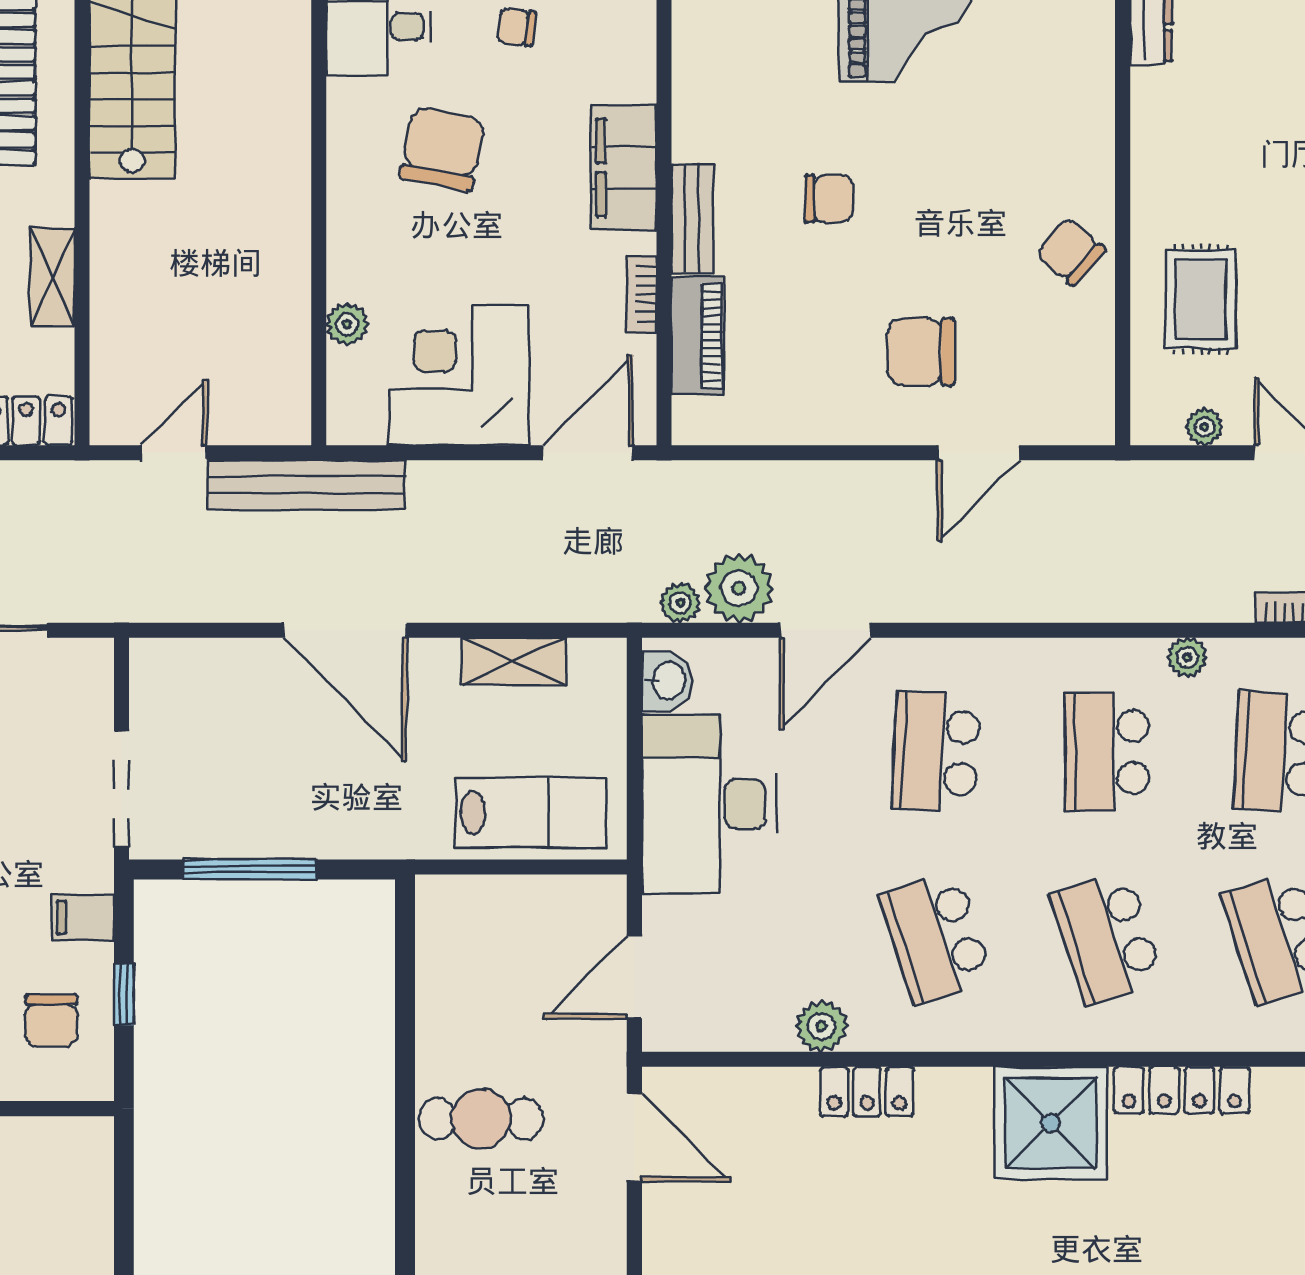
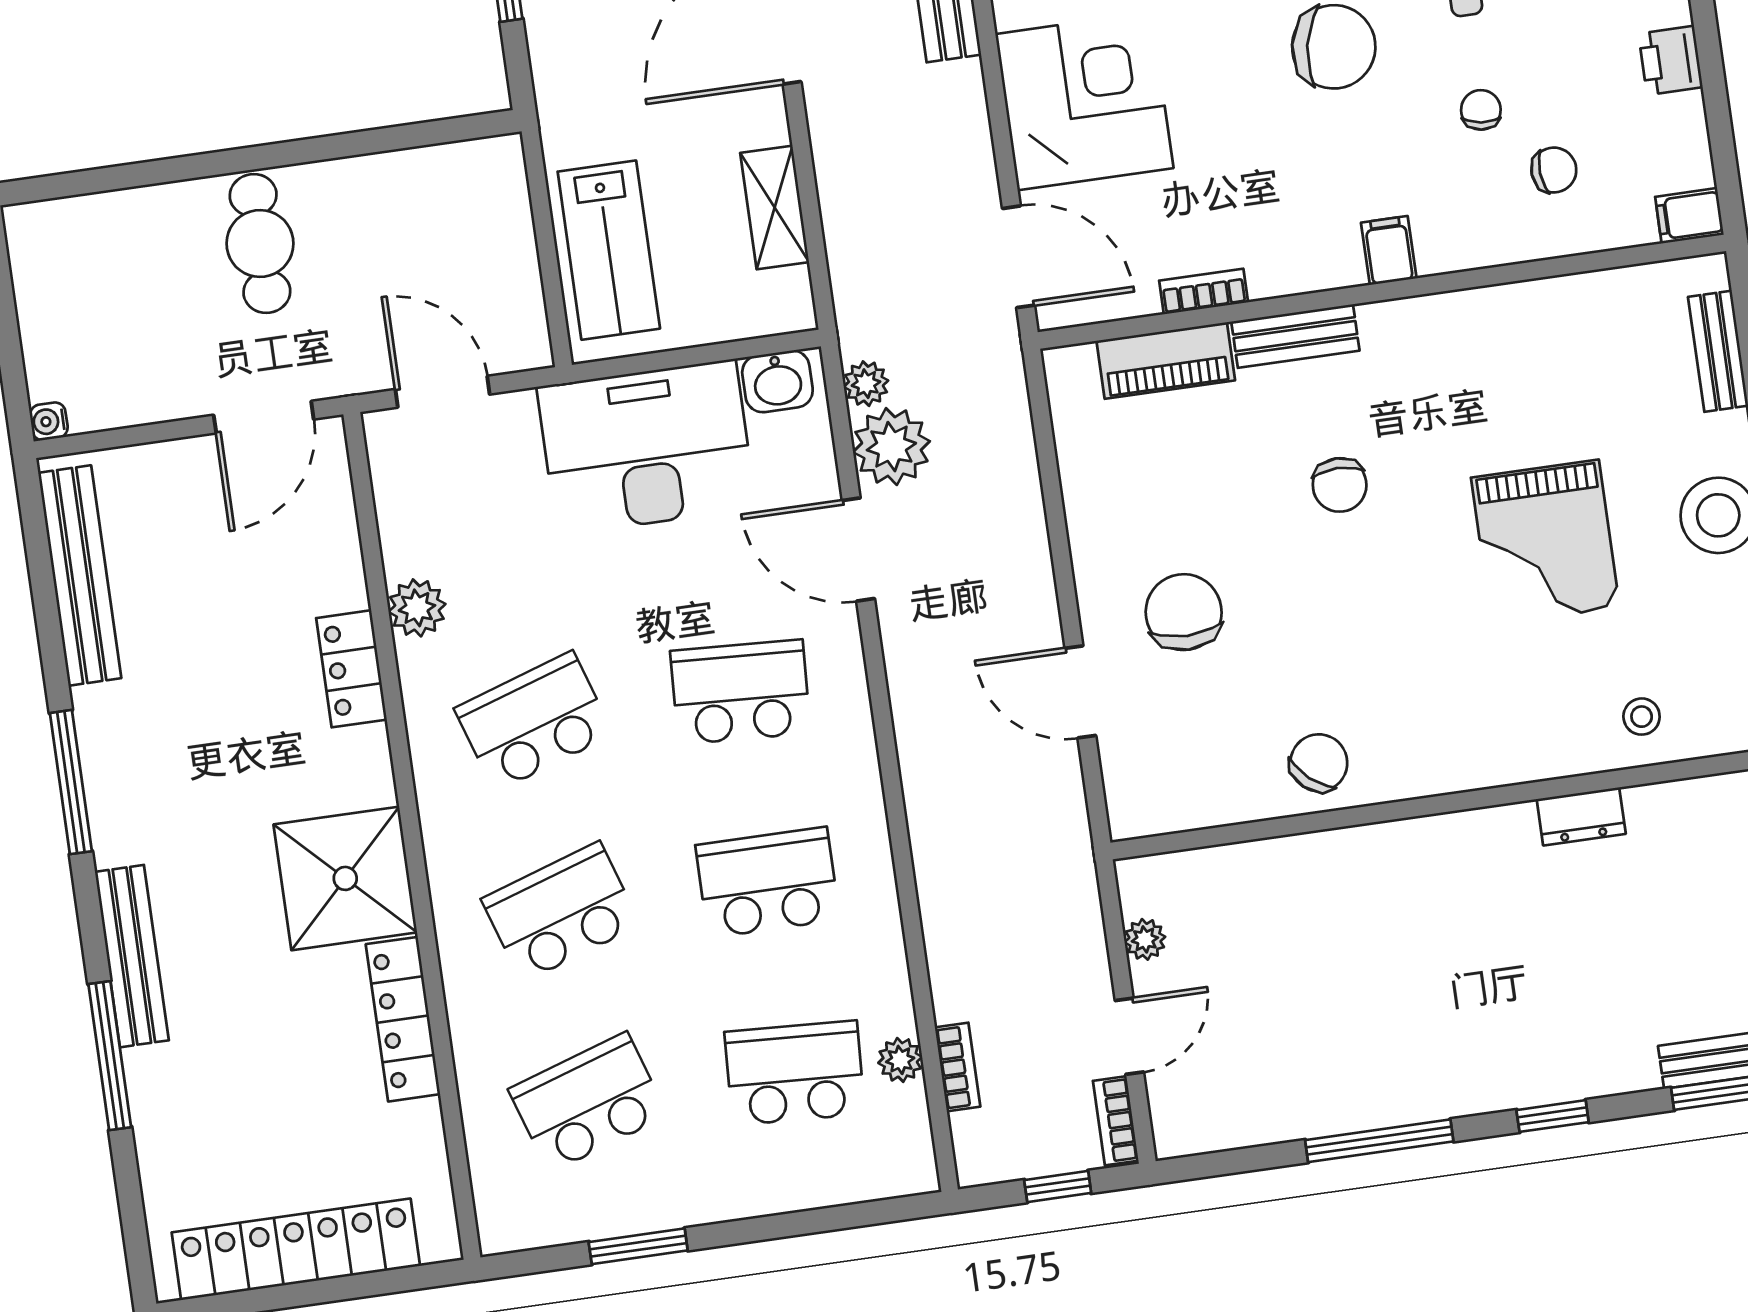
filing cabinet: (624, 168) -> (1389, 250), width x0.33, depth x0.86
rug: (1201, 299) -> (1287, 915), removed
plant: (1187, 657) -> (900, 1060), moved

